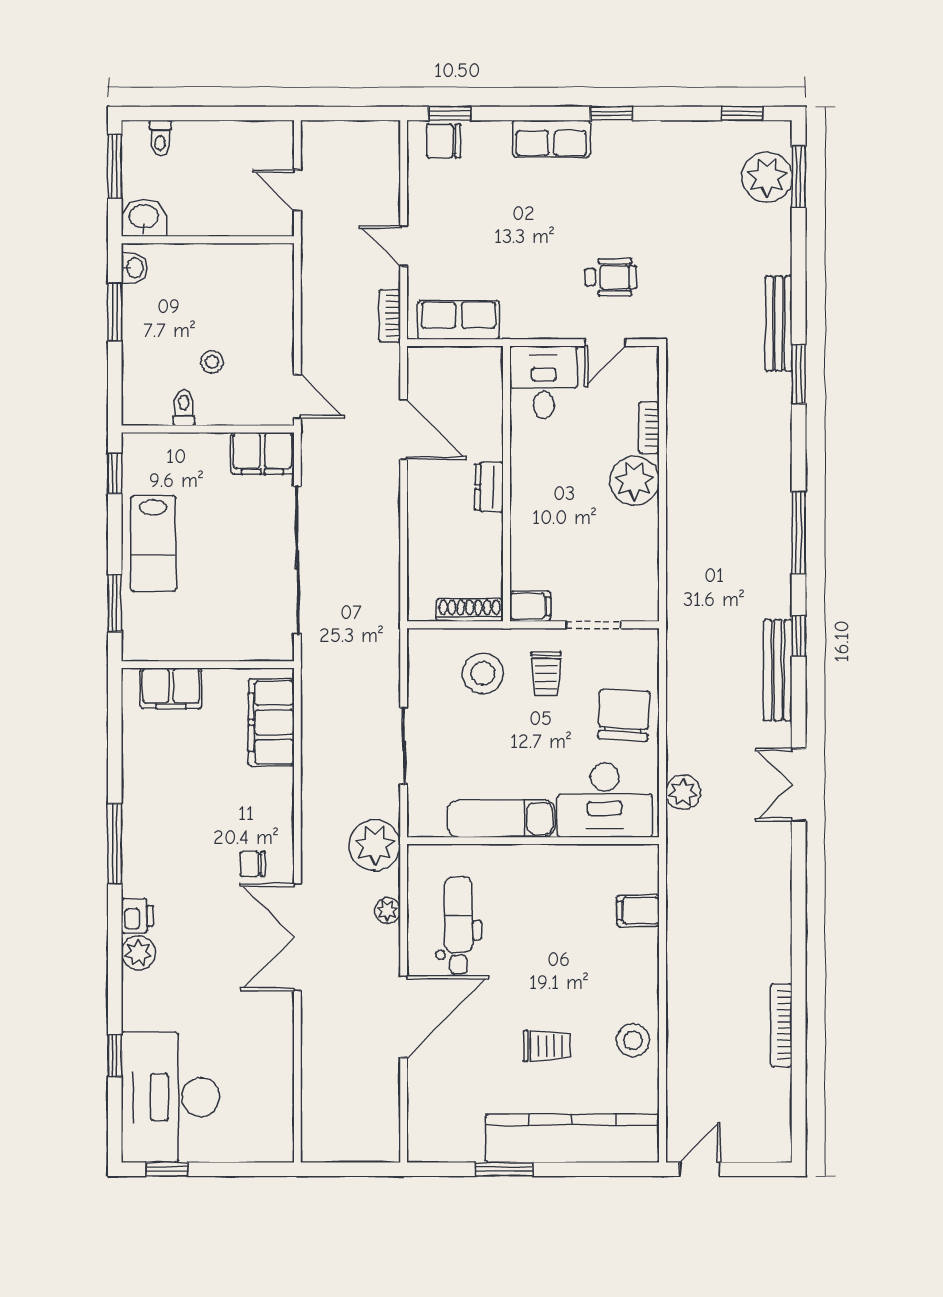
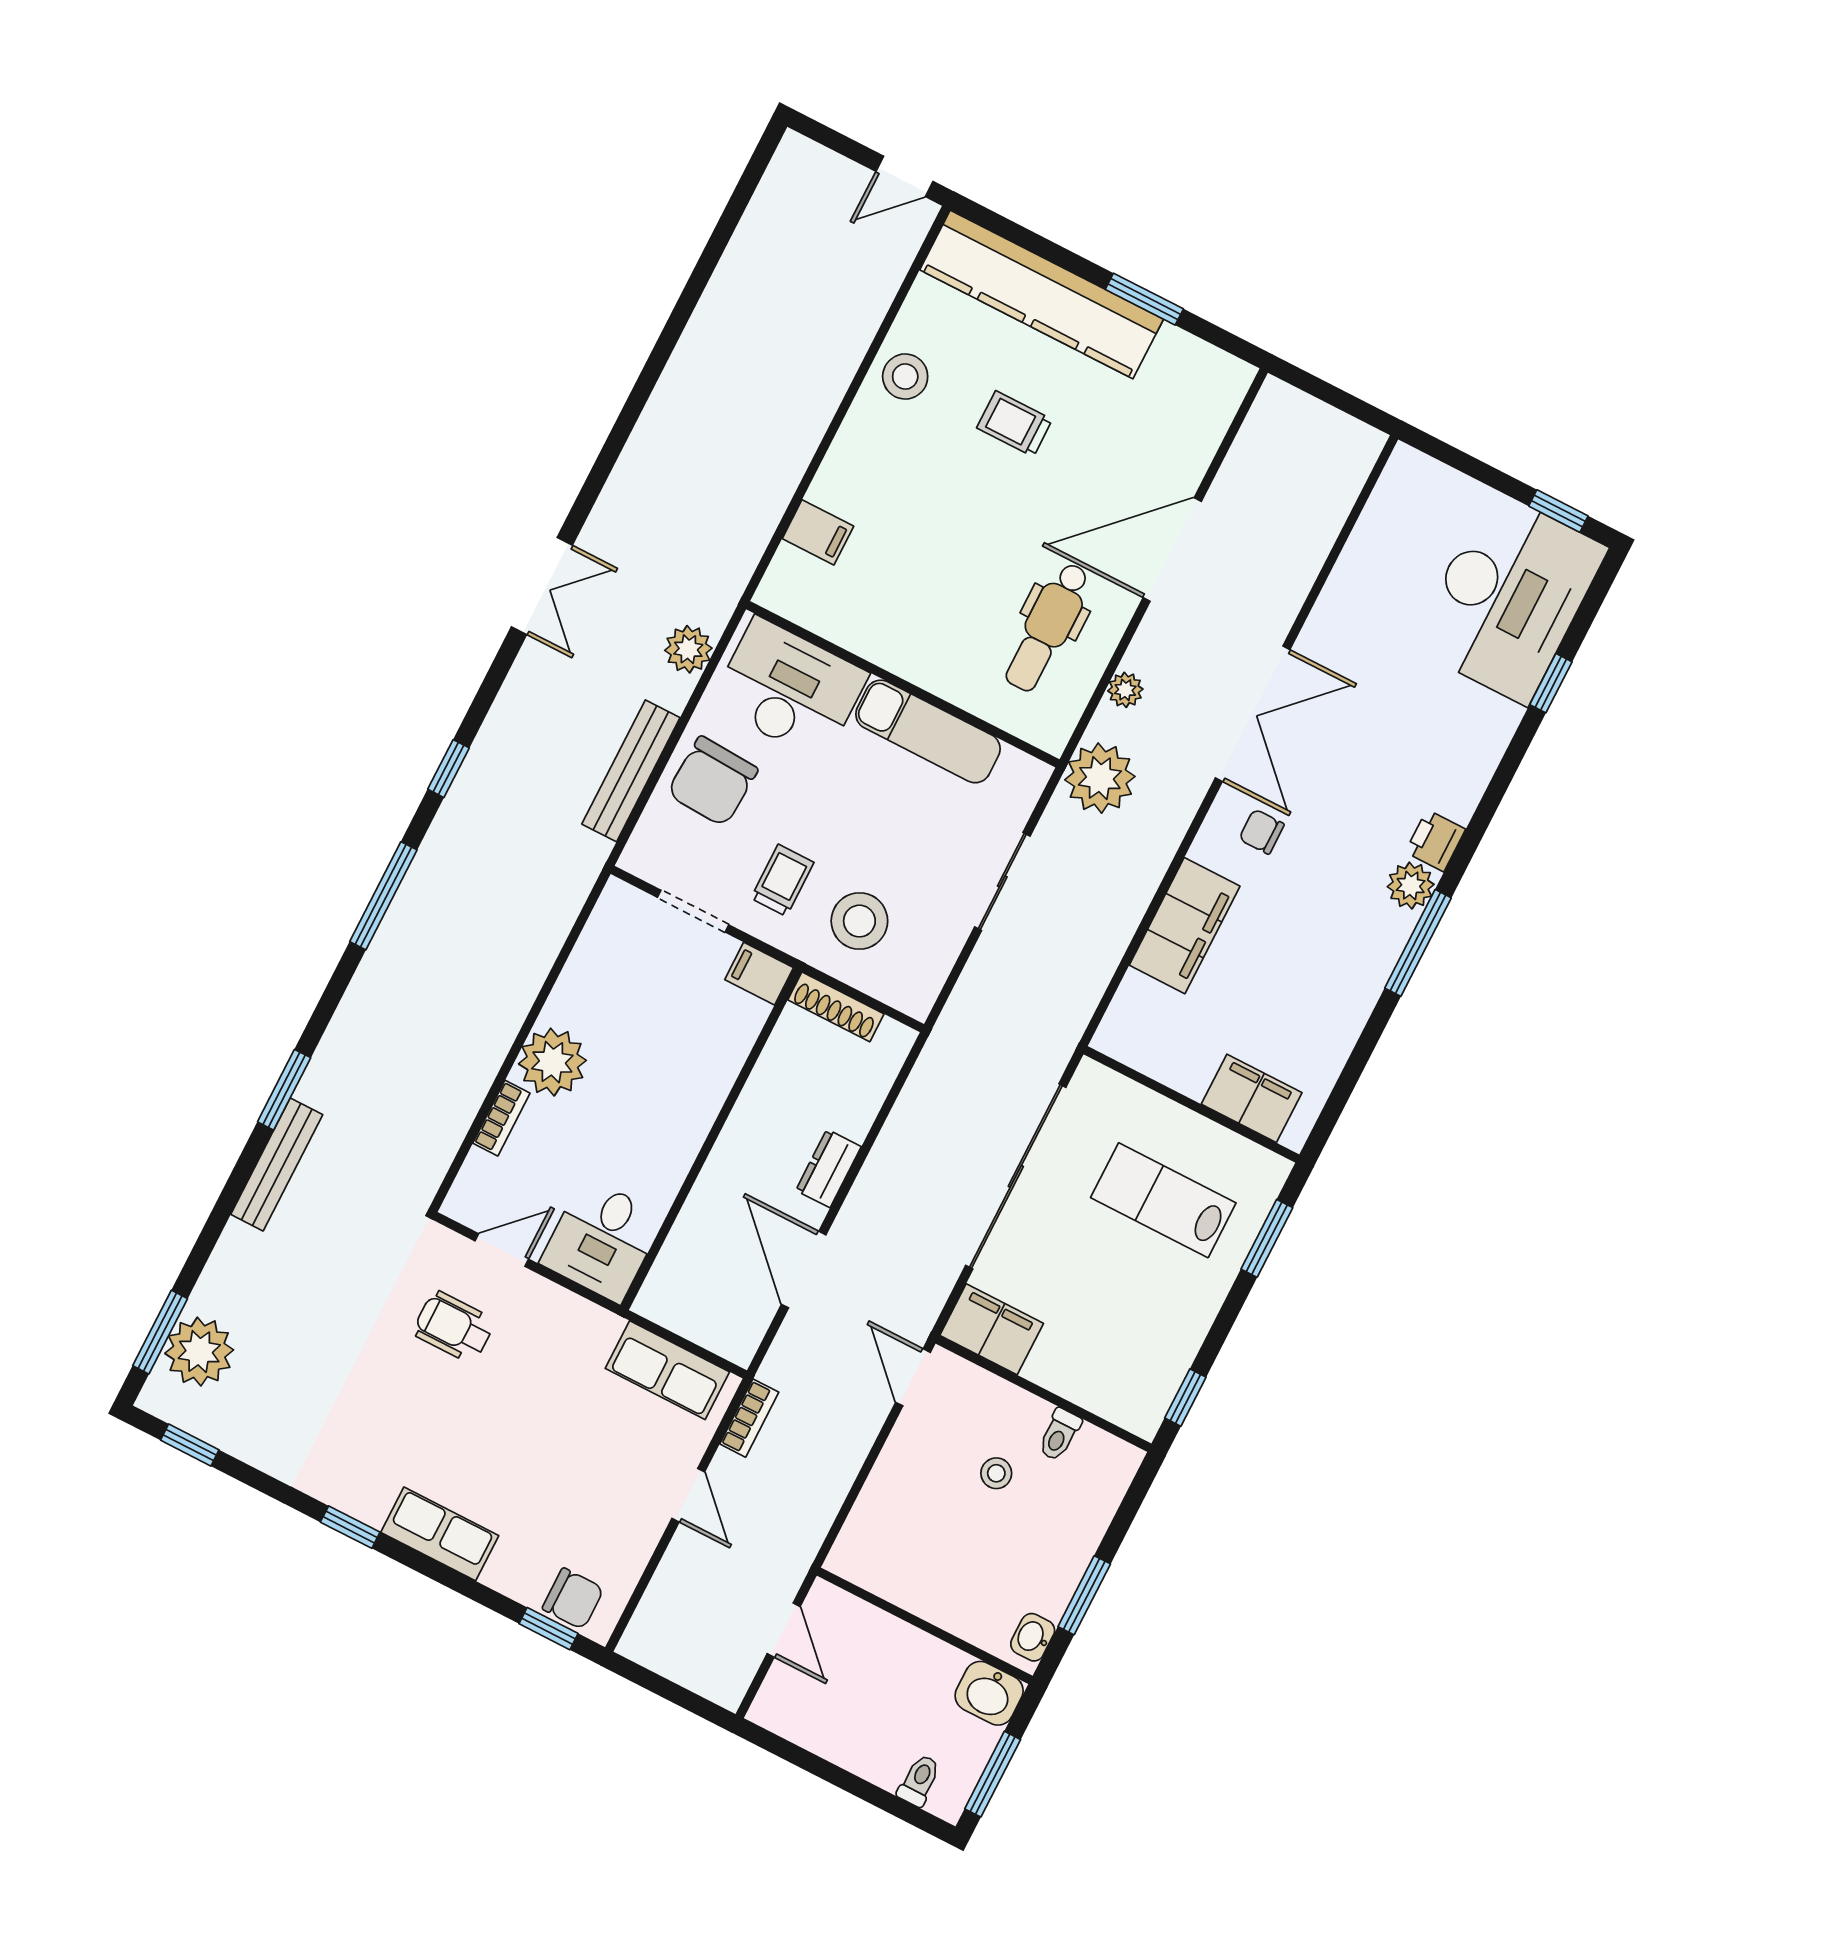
dresser: (489, 487) -> (828, 1168), moved, turned 180
lab bench: (153, 544) -> (1163, 1200), moved, turned -90
bench: (778, 670) -> (631, 771), moved
filing cabinet: (271, 722) -> (1185, 926), moved
chair: (253, 864) -> (1262, 832), turned 180
plant: (138, 953) -> (1411, 886), moved
bookcase: (781, 1025) -> (714, 302), removed

